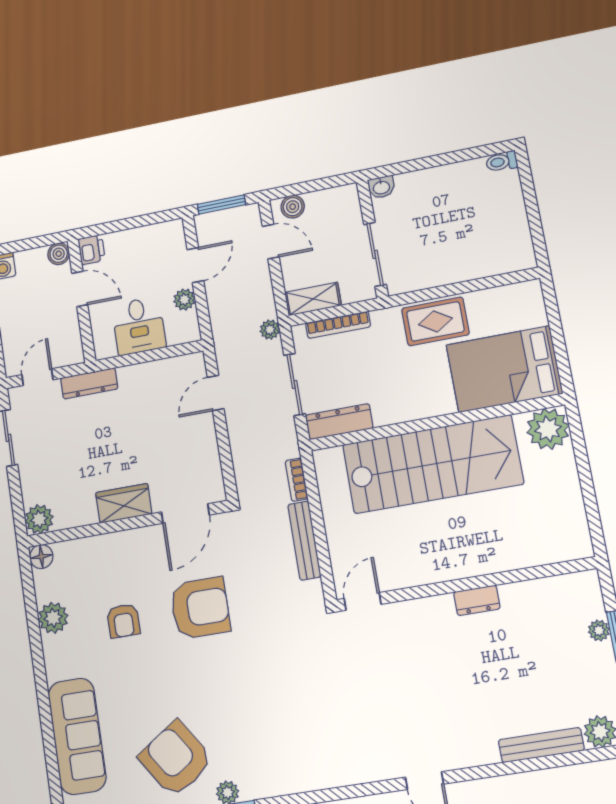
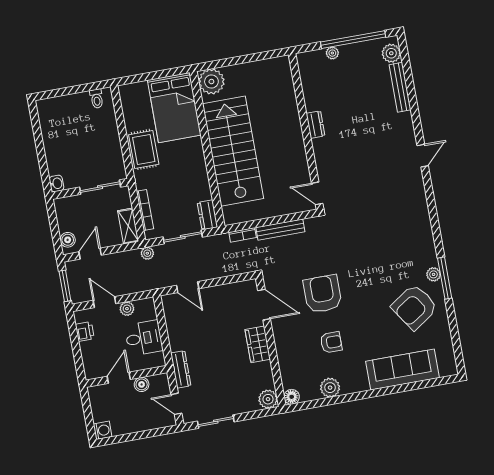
toilet: (502, 162) -> (97, 99), moved
printer: (92, 250) -> (85, 332), moved, turned 90
boiler: (59, 254) -> (142, 384), moved
dresser: (339, 422) -> (207, 215), width x0.70

